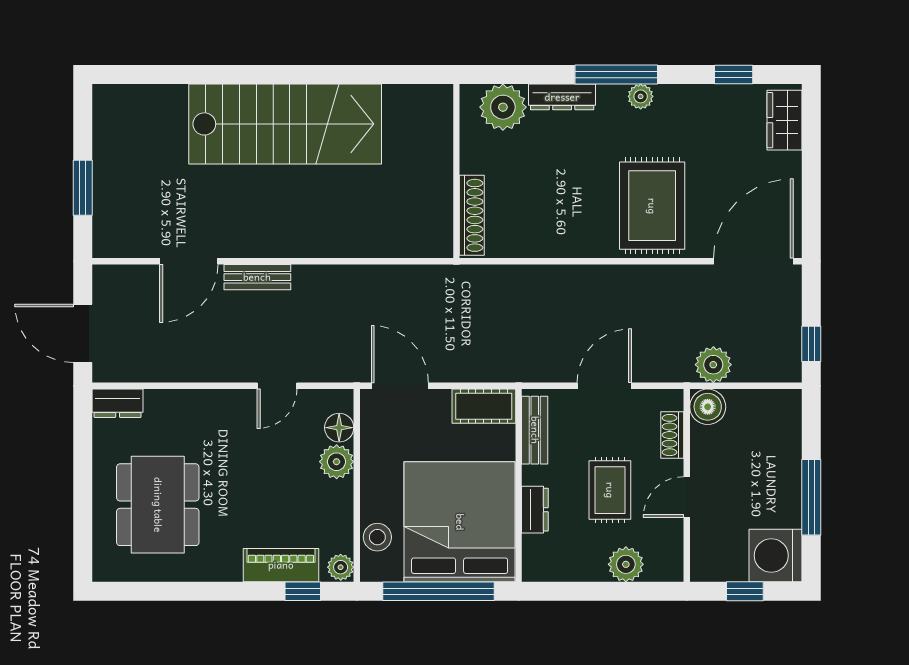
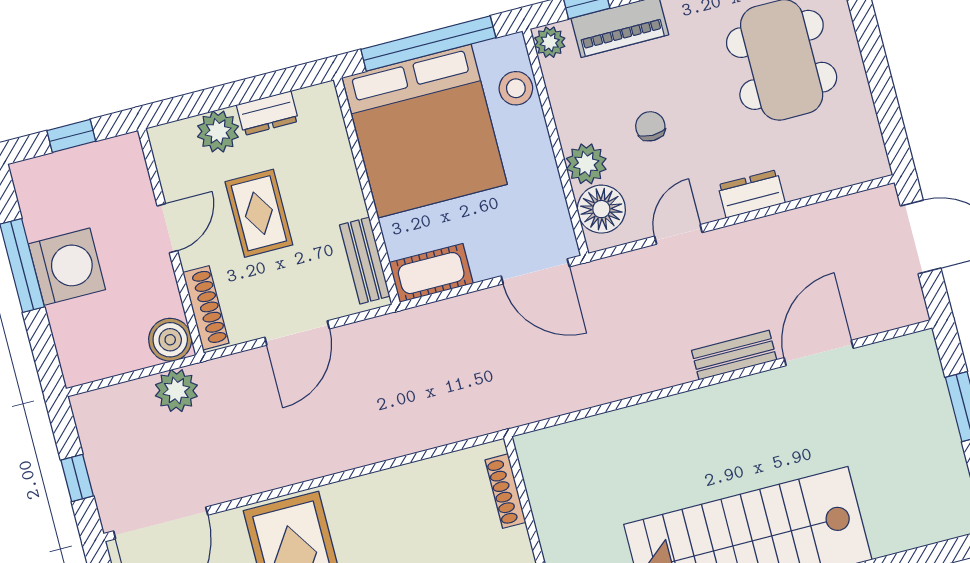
shoe rack: (472, 215) -> (505, 491), width x0.74, depth x0.81
window: (811, 344) -> (77, 478), moved
dresser: (118, 403) -> (751, 194), moved
floor lamp: (339, 428) -> (601, 209), width x1.38, depth x1.38
shoe rack: (672, 435) -> (206, 308), width x1.43
chair: (277, 479) -> (650, 126), added
dresser: (535, 510) -> (267, 113), moved, turned -90
washing machine: (775, 556) -> (67, 267), moved

